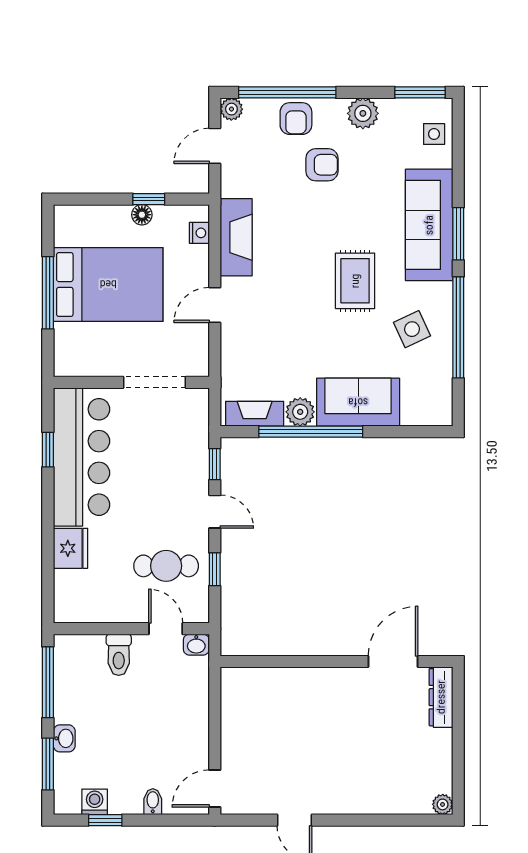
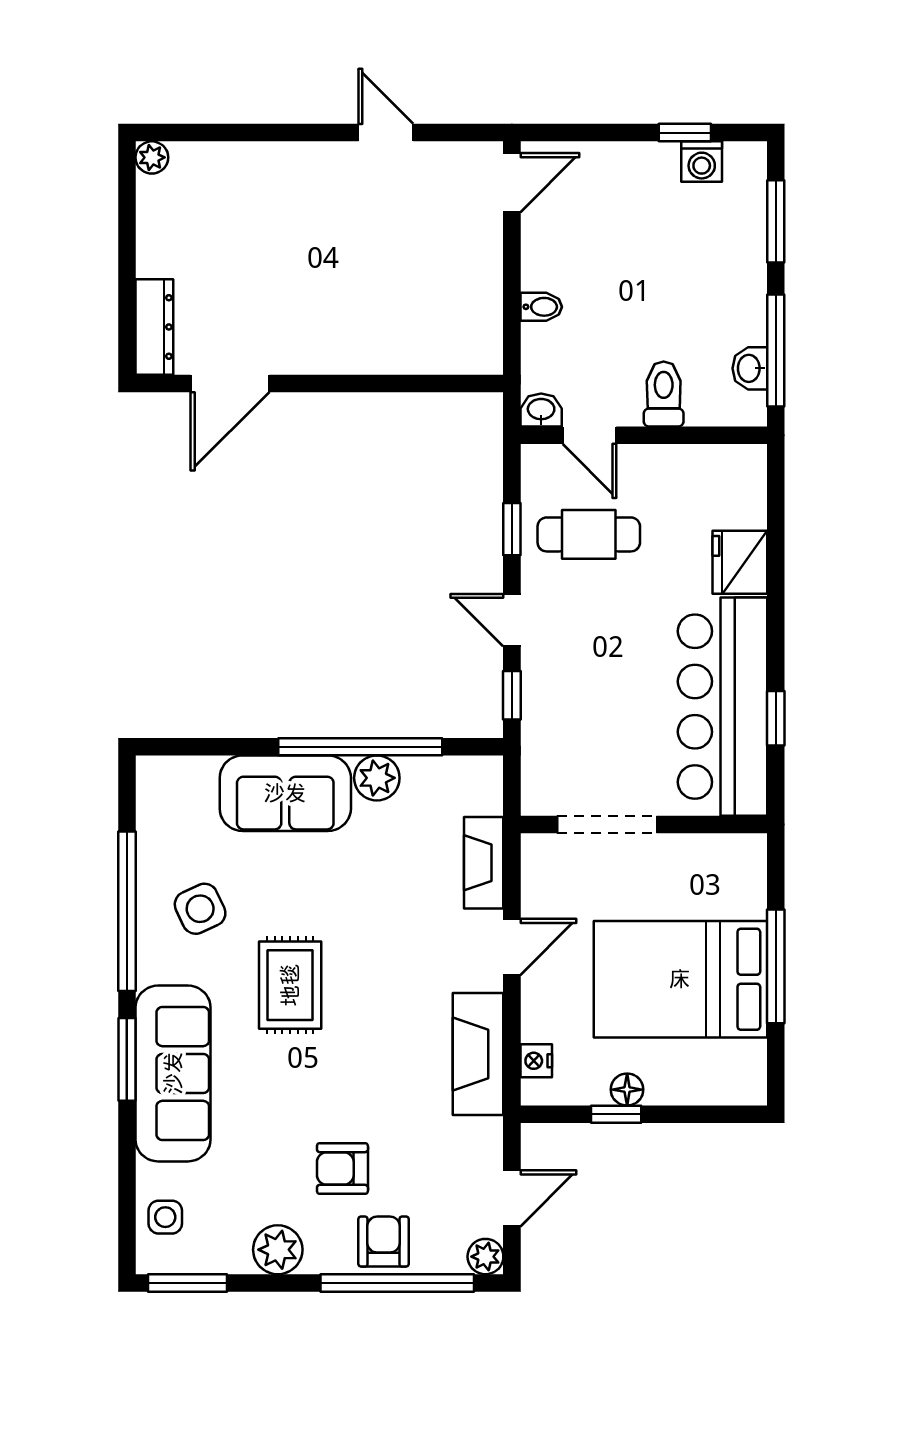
fireplace: (255, 414) -> (484, 863), moved, turned 90
washbasin: (64, 738) -> (750, 368), moved
bidet: (153, 802) -> (541, 307), moved, turned -90

